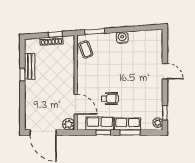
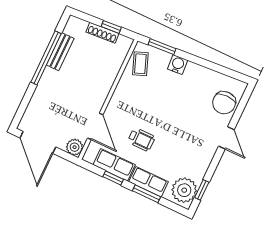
water cooler: (122, 38) -> (178, 65), moved
chair: (153, 49) -> (224, 103), added
window: (22, 75) -> (46, 58), width x3.17
plant: (158, 123) -> (184, 190), width x1.87, depth x1.87

